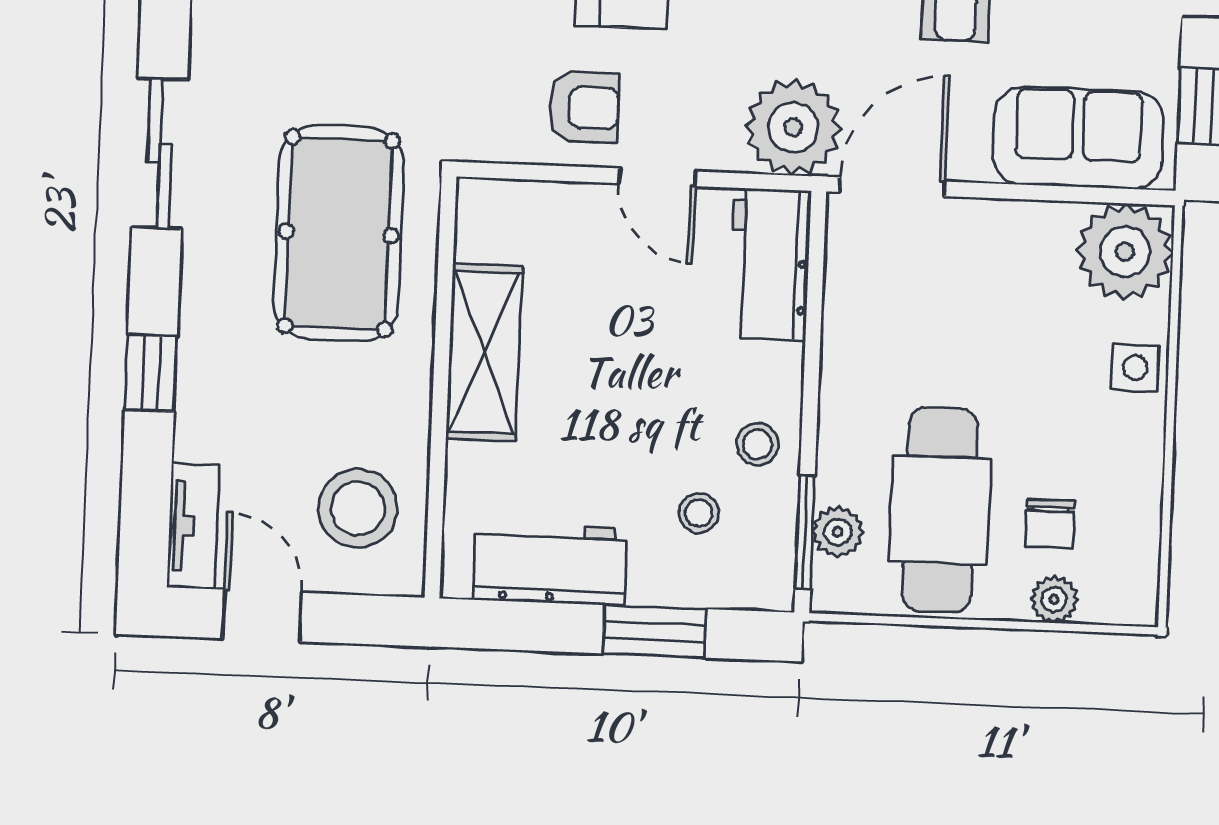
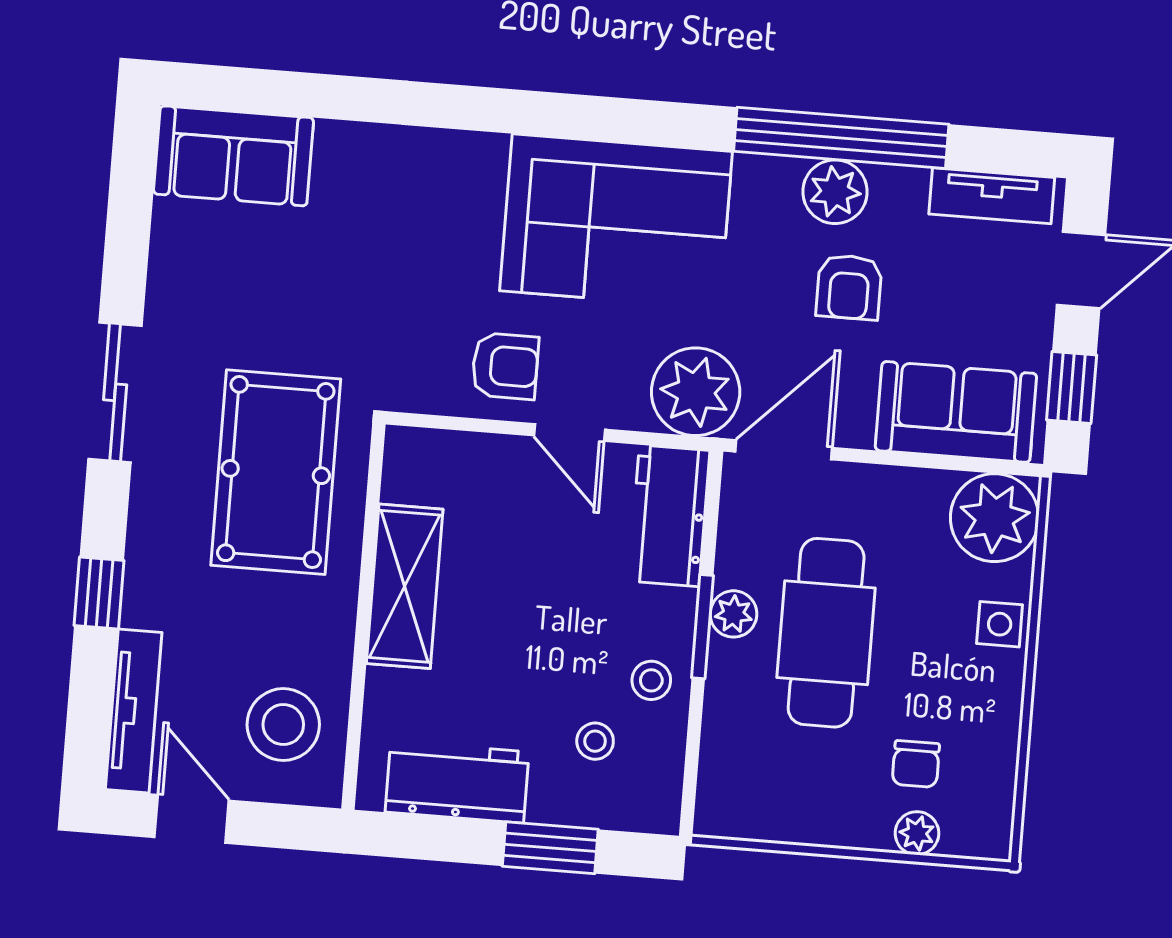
cafe table: (940, 510) -> (826, 633), moved
tv unit: (193, 526) -> (134, 711), width x1.41
window: (805, 532) -> (702, 627), moved
plant: (838, 532) -> (733, 614), moved

